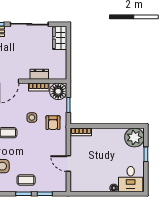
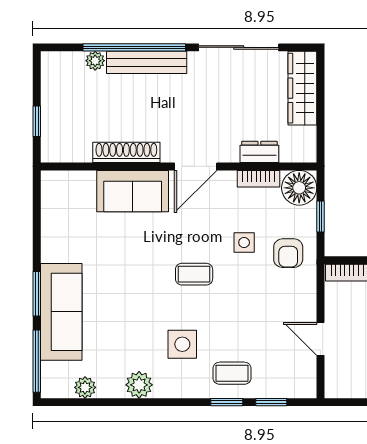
wardrobe: (60, 38) -> (302, 88), width x1.50

